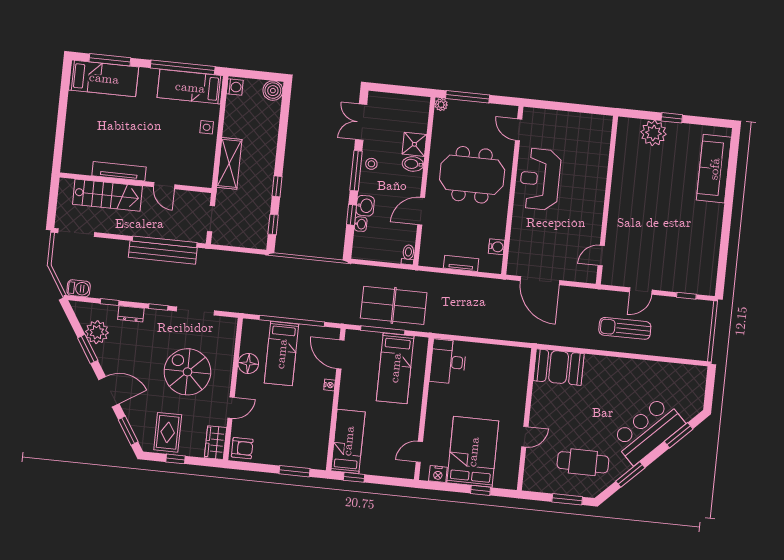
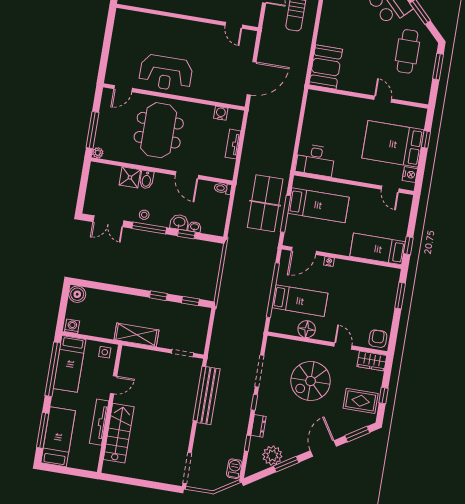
tv unit: (119, 171) -> (99, 422), moved
wall: (136, 183) -> (110, 409), moved
door: (164, 186) -> (114, 385), moved
stairs: (107, 195) -> (119, 433), moved

